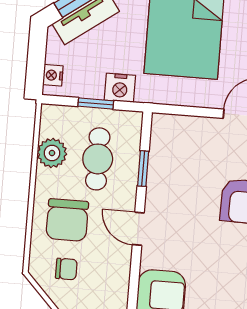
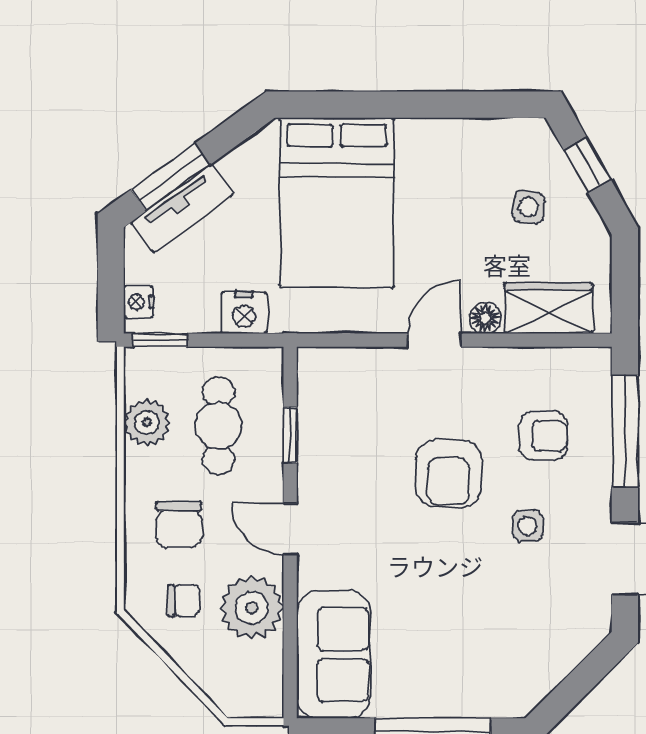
window: (96, 104) -> (160, 340), moved
chair: (67, 220) -> (179, 524), width x0.73, depth x0.73
plant: (110, 277) -> (252, 608), added

